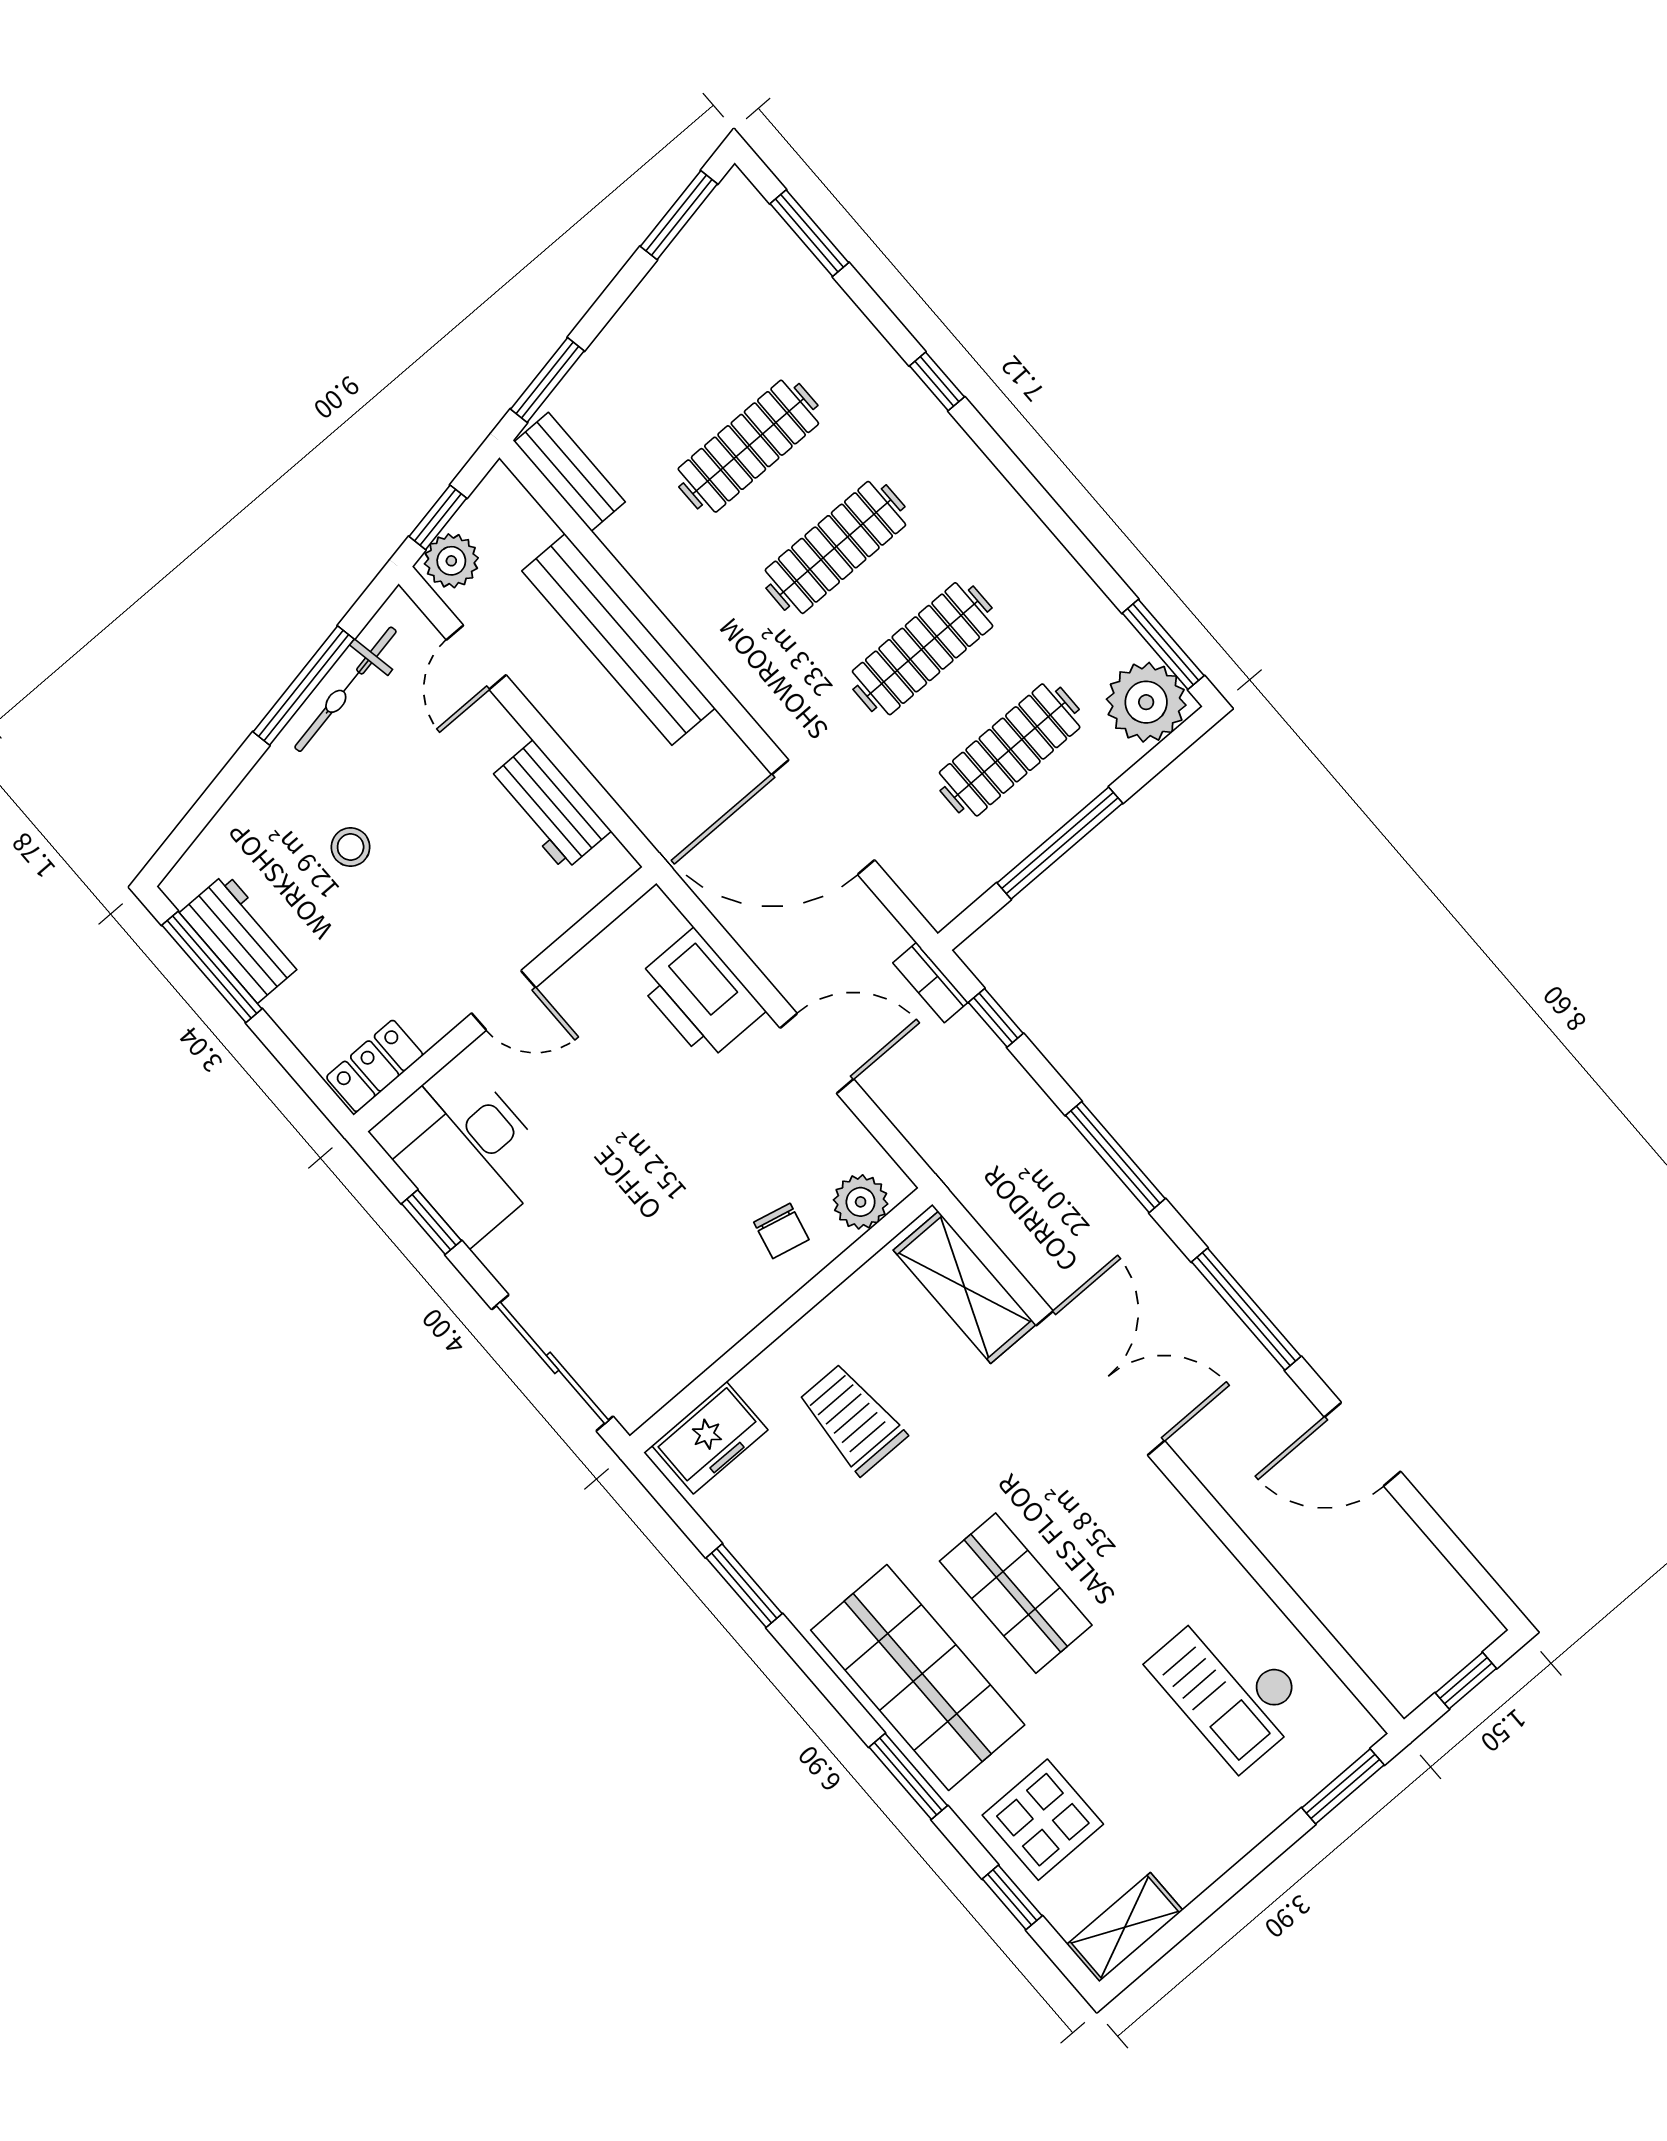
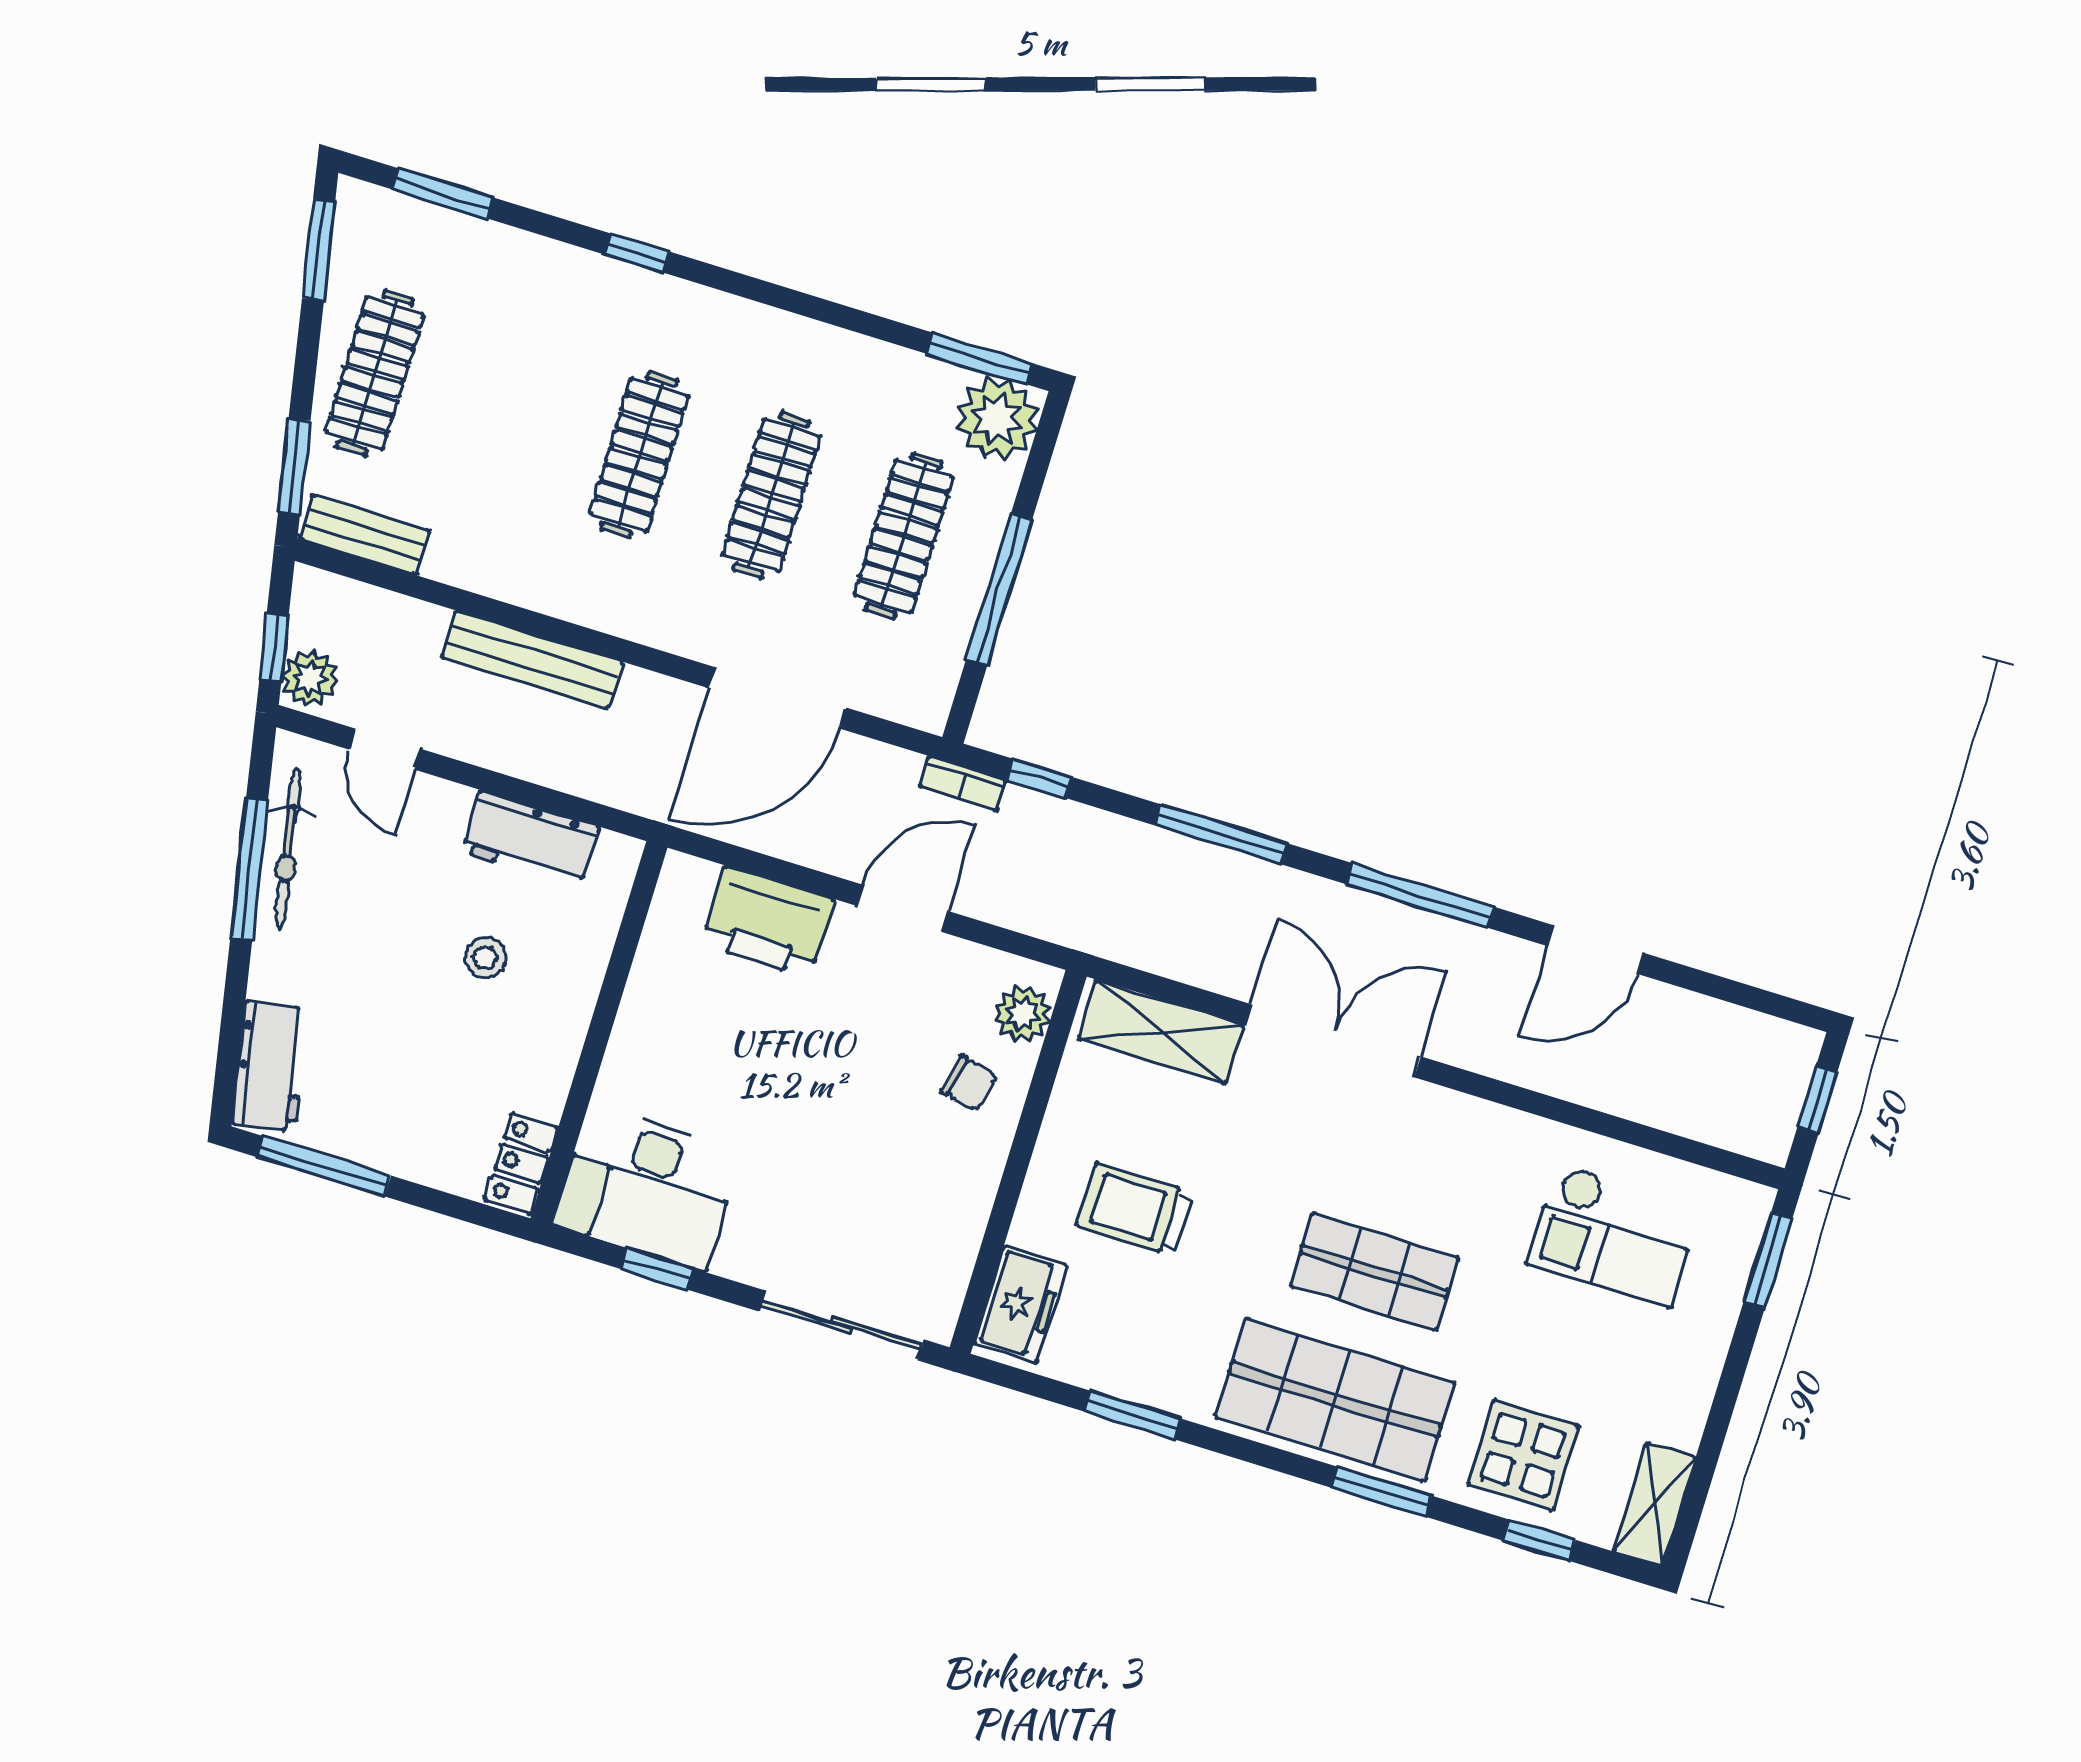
clothes rail: (748, 446) -> (375, 373), moved
bench: (619, 640) -> (532, 659), width x0.73, depth x0.82
stool: (351, 847) -> (485, 958), moved
workbench: (242, 938) -> (270, 1066), moved, turned 79
door: (504, 1000) -> (598, 1035), removed

